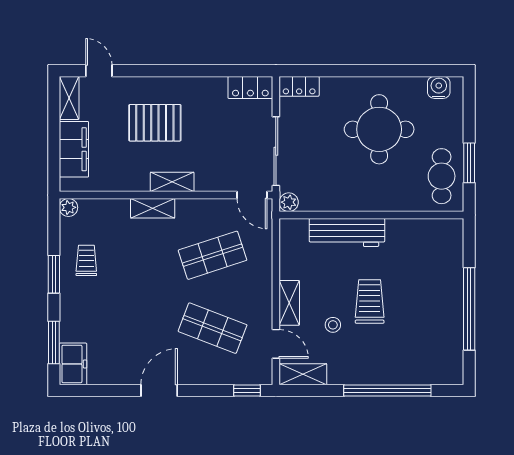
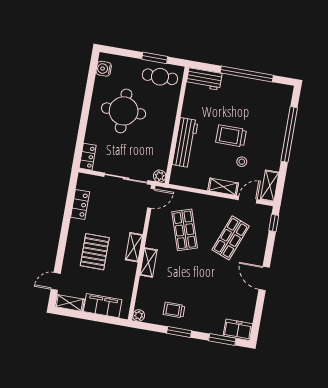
locker: (250, 87) -> (80, 205), moved
workbench: (450, 245) -> (204, 79), added

